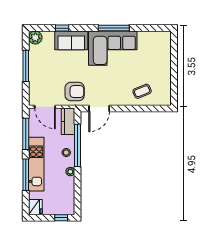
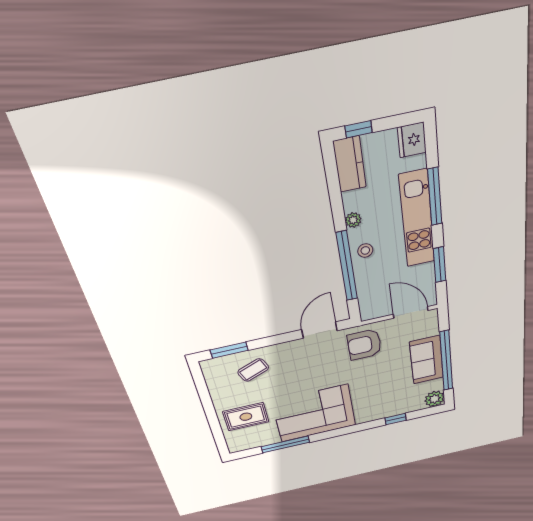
window: (114, 28) -> (285, 444), moved
sofa: (71, 40) -> (427, 360), moved, turned -90
rug: (154, 58) -> (246, 417), added
window: (26, 66) -> (446, 361), width x1.46
window: (152, 109) -> (229, 350), added
kitchen counter: (68, 121) -> (350, 164), moved
window: (26, 134) -> (440, 265), width x0.69

